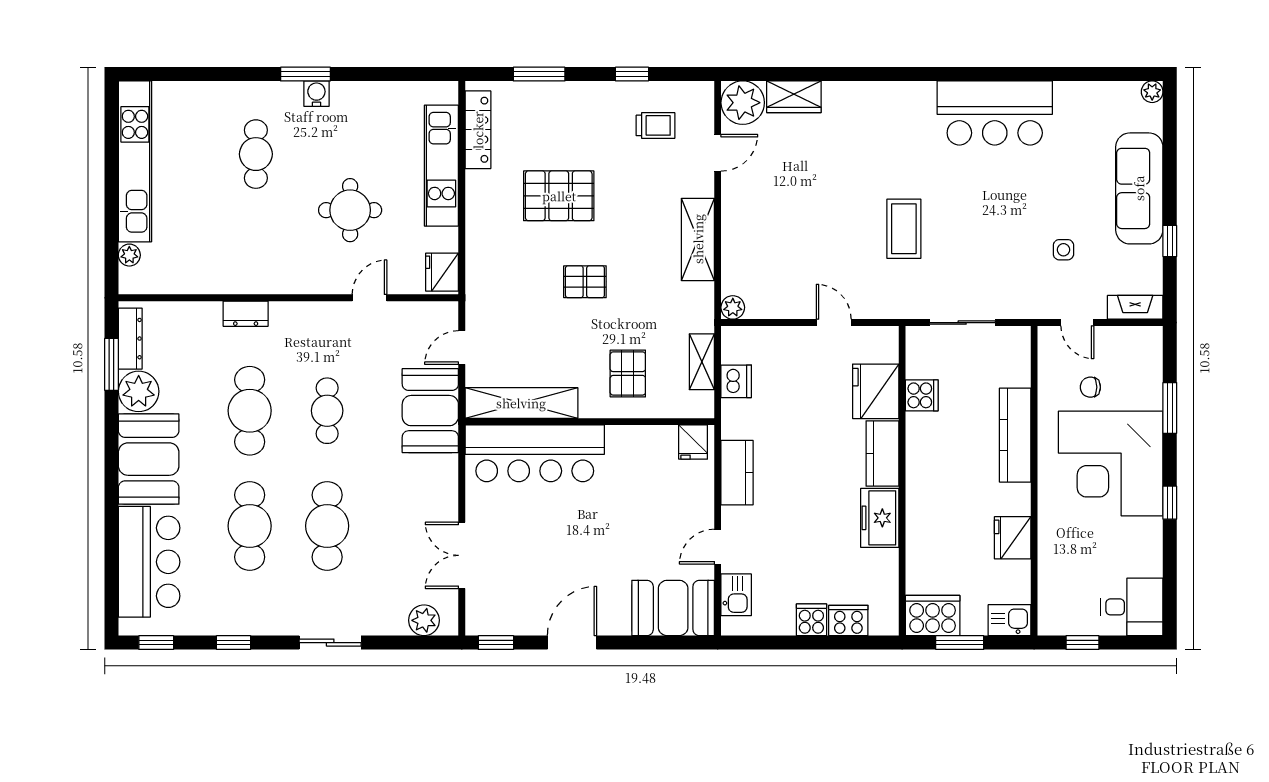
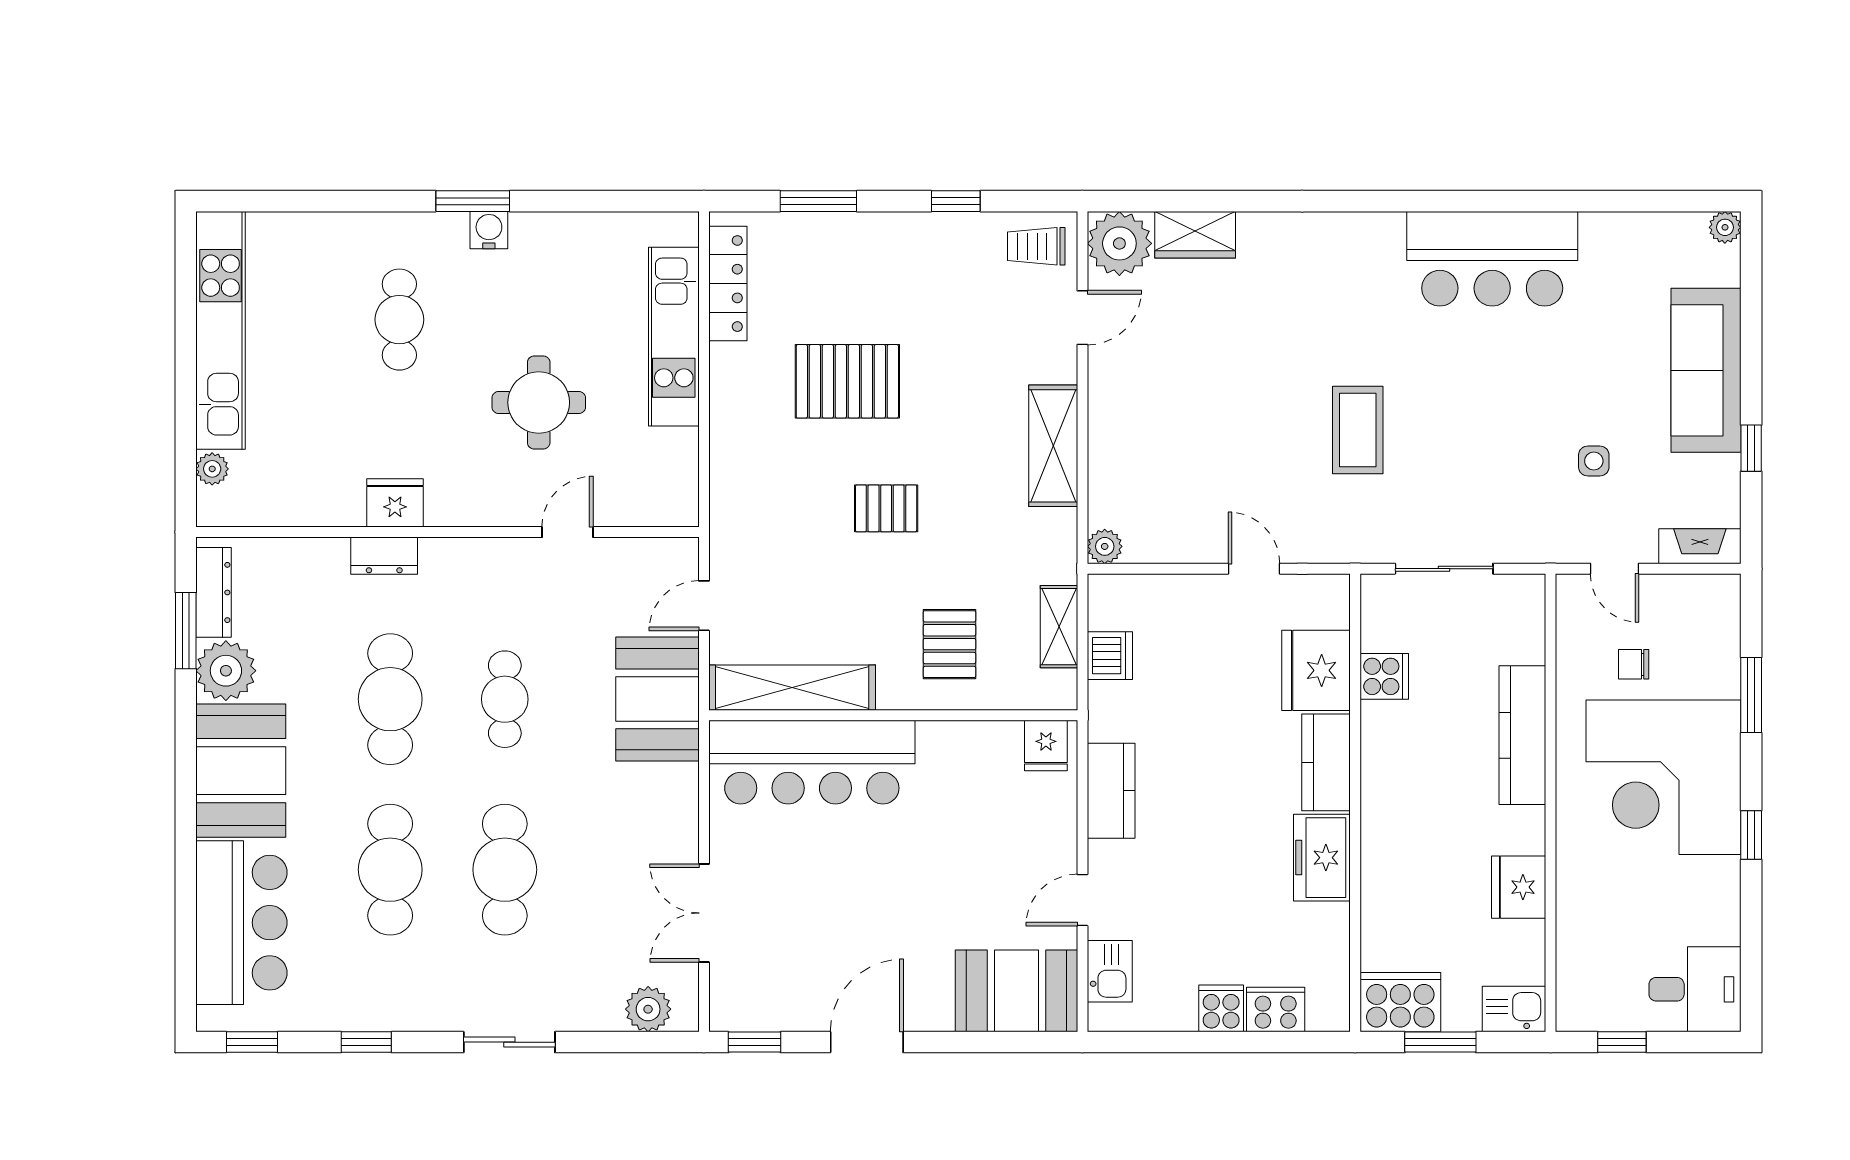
trolley: (656, 125) -> (1036, 246), moved, turned 180
fridge: (442, 272) -> (395, 503), moved, turned 90

